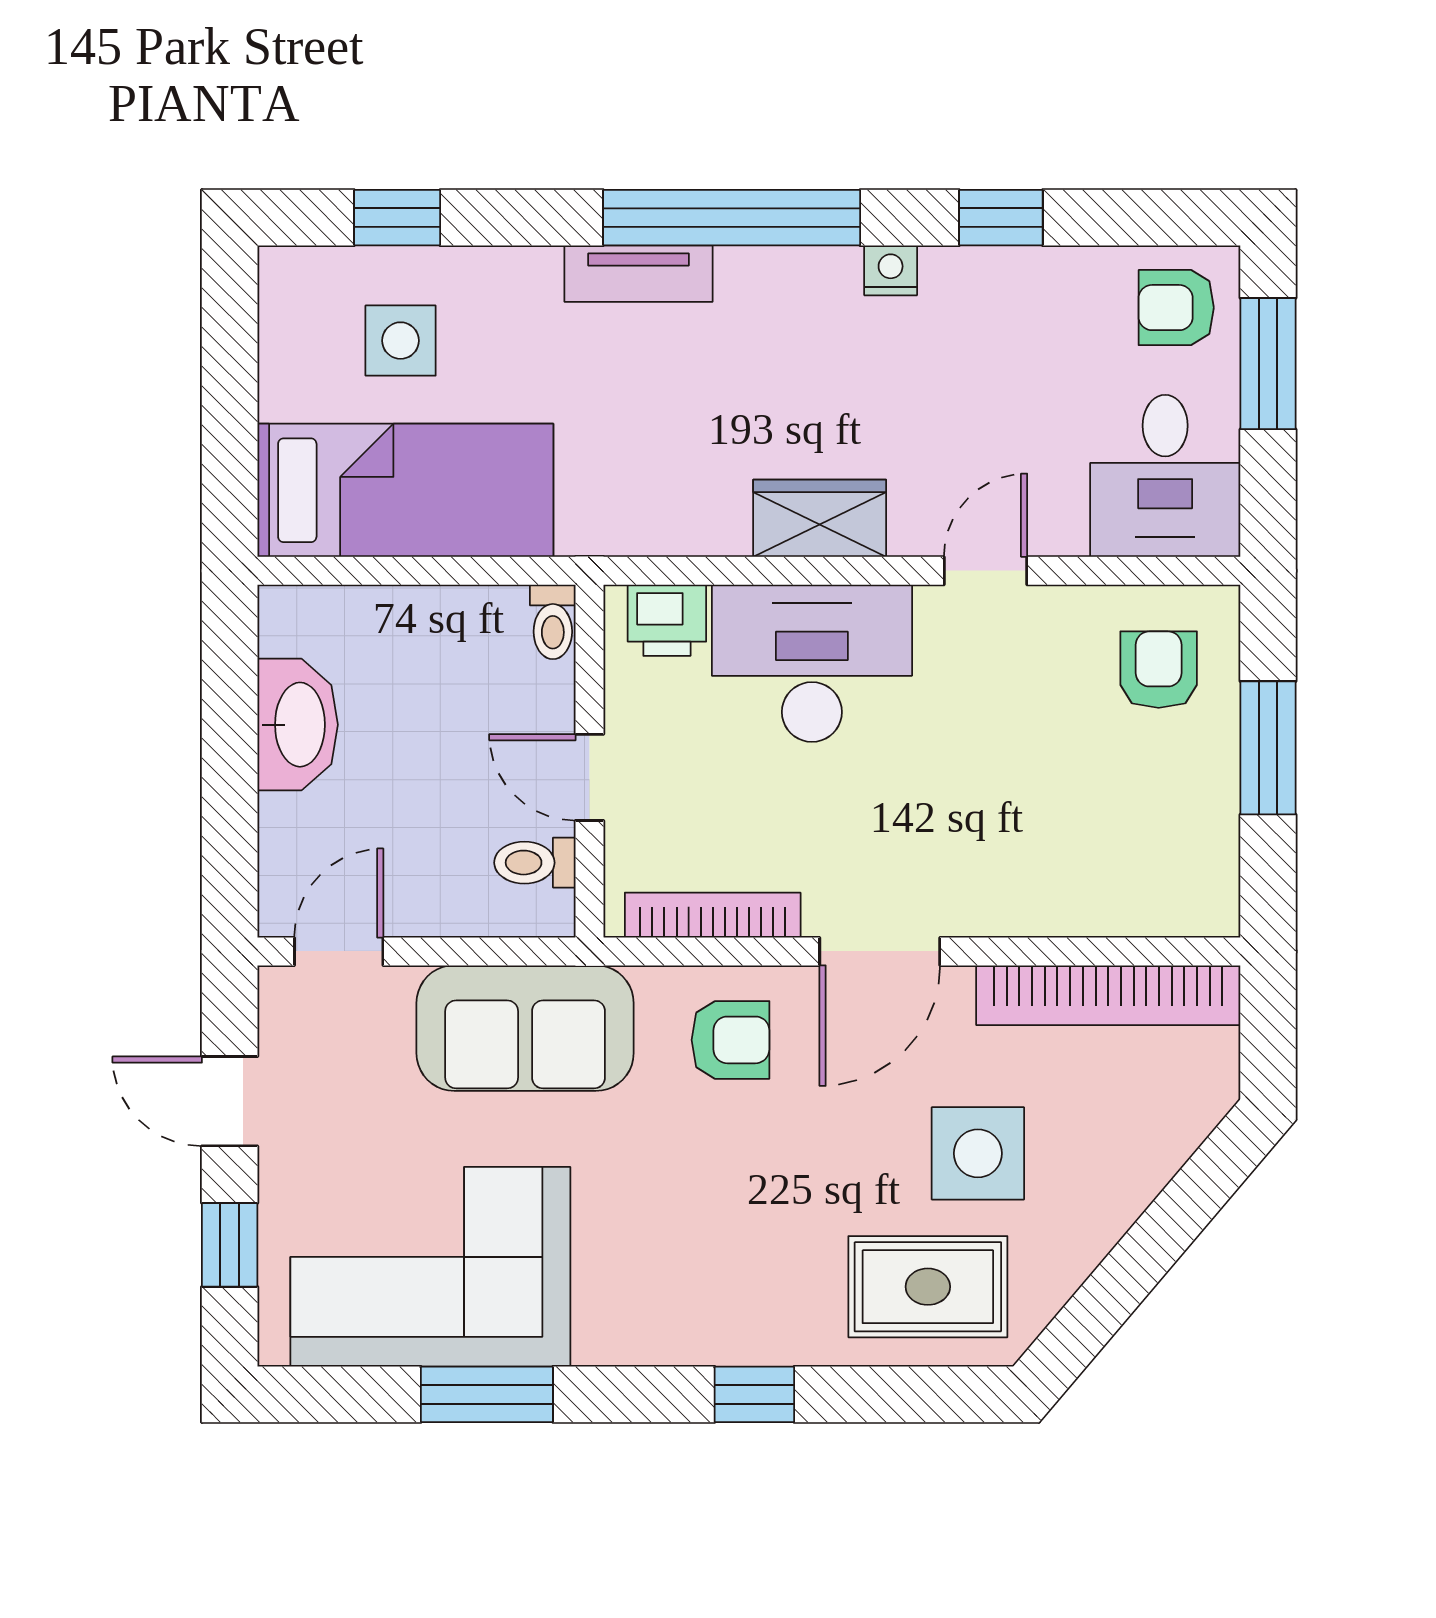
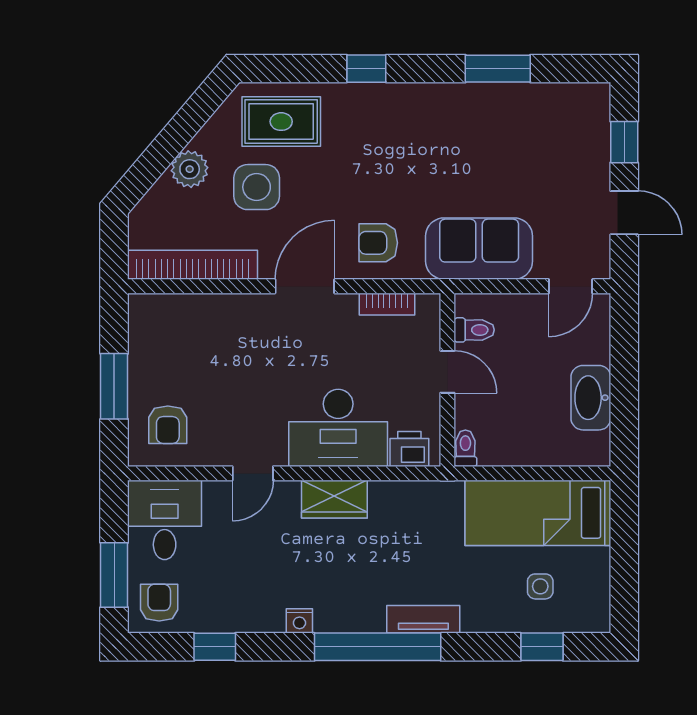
window: (1001, 218) -> (215, 647), moved
armchair: (1176, 308) -> (159, 603), turned -90
side table: (401, 341) -> (540, 586), width x0.73, depth x0.73
bookcase: (713, 915) -> (387, 304), width x0.64
plant: (1114, 1190) -> (190, 169), added
corner sofa: (430, 1267) -> (526, 131), removed

